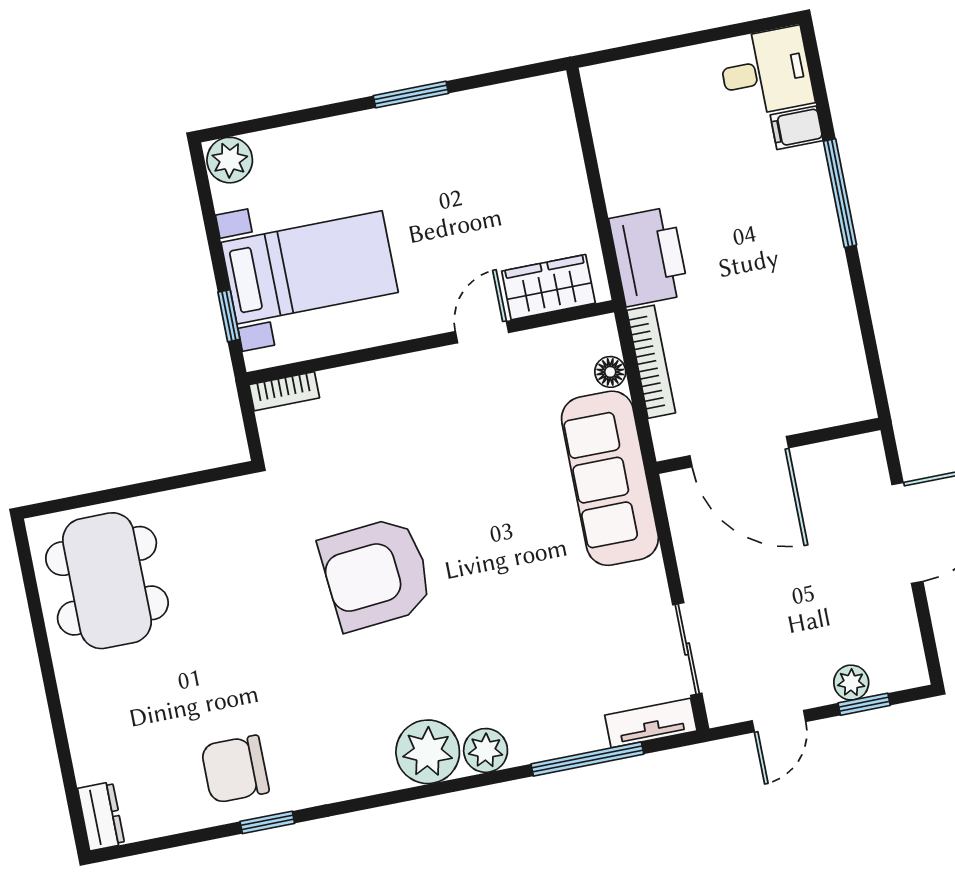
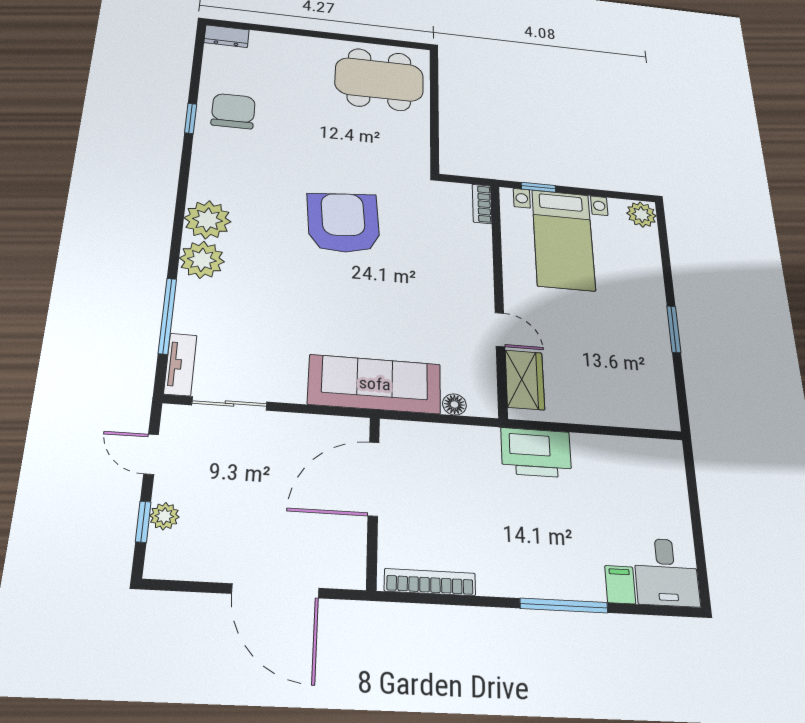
bookcase: (651, 362) -> (430, 582), moved, turned 180
plant: (486, 750) -> (202, 260), width x1.36, depth x1.36

